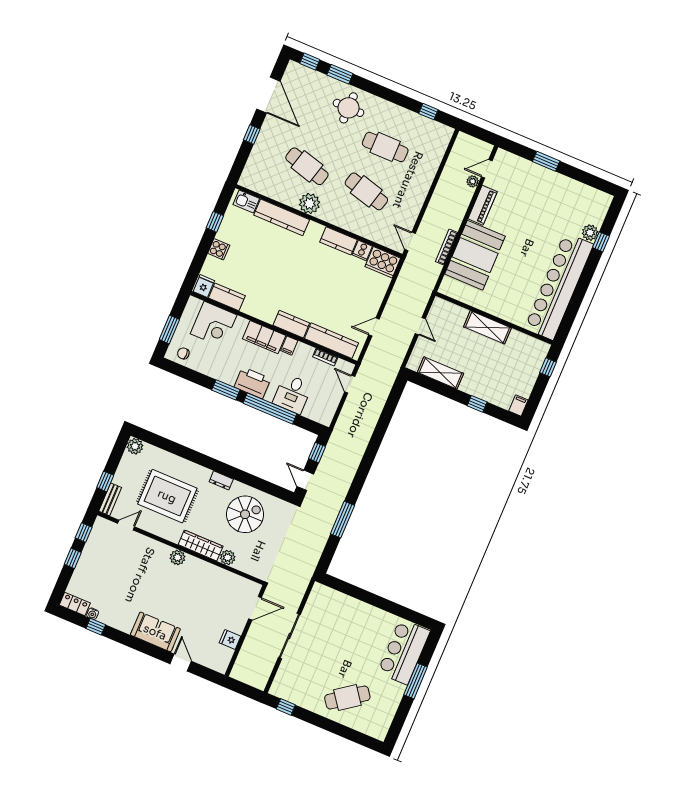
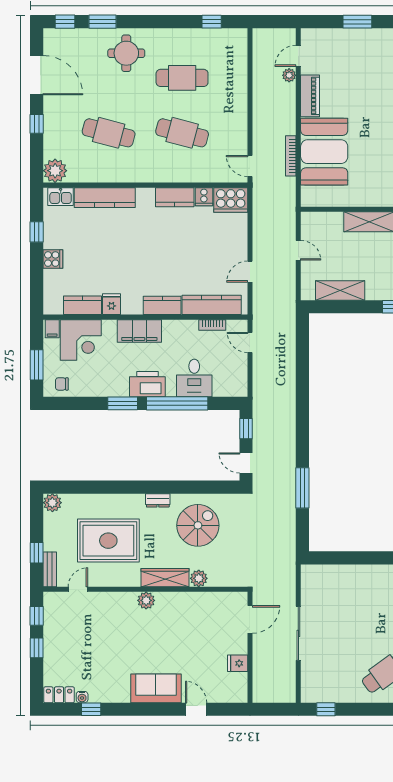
plant: (309, 203) -> (55, 171), moved
fridge: (204, 286) -> (111, 304), moved
filing cabinet: (289, 346) -> (52, 329), moved

